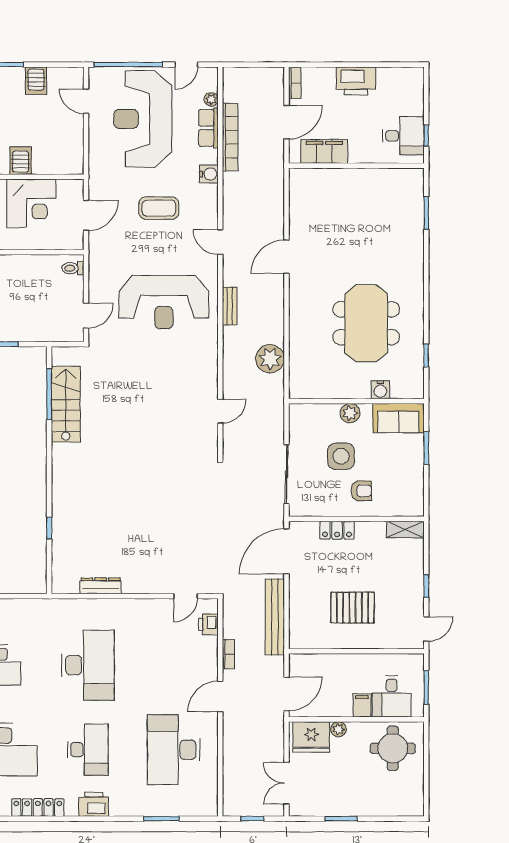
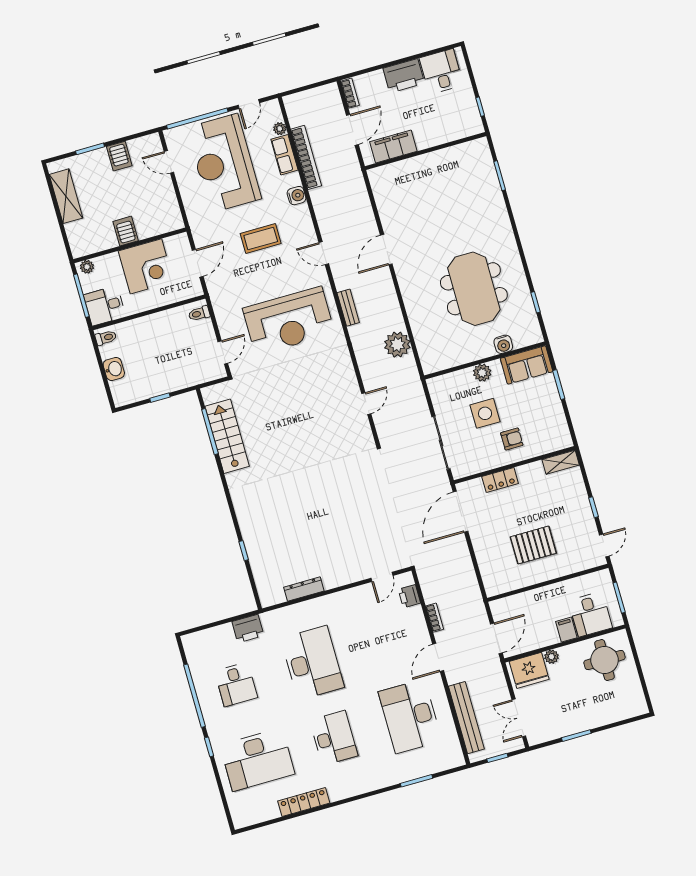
desk: (403, 136) -> (441, 72), moved, turned -90
bench: (275, 617) -> (466, 718), moved
printer: (94, 804) -> (248, 629), moved, turned 180

